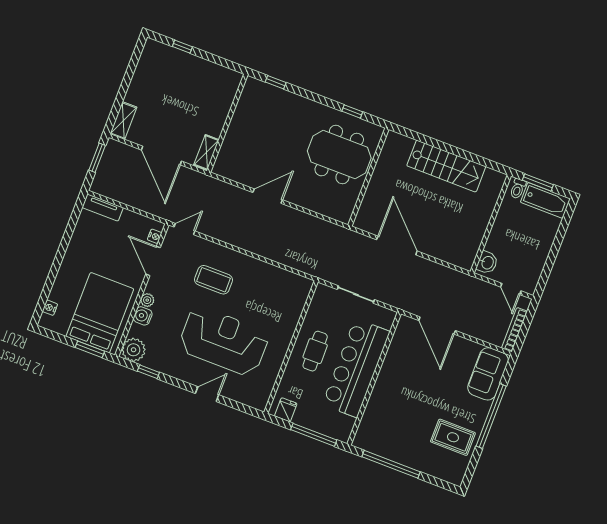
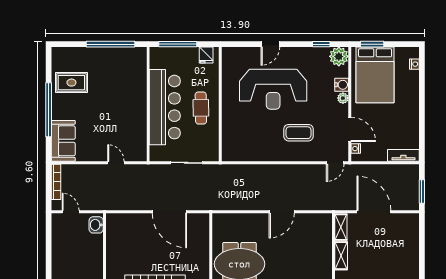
shelving: (123, 121) -> (341, 256), moved
door: (437, 325) -> (116, 163), width x0.53

